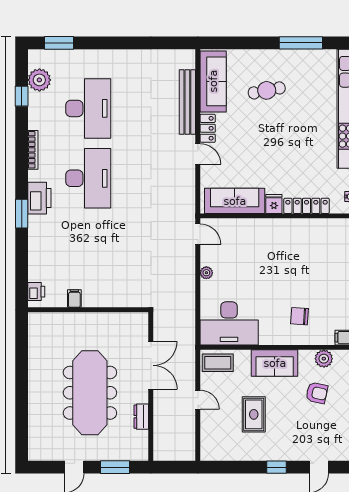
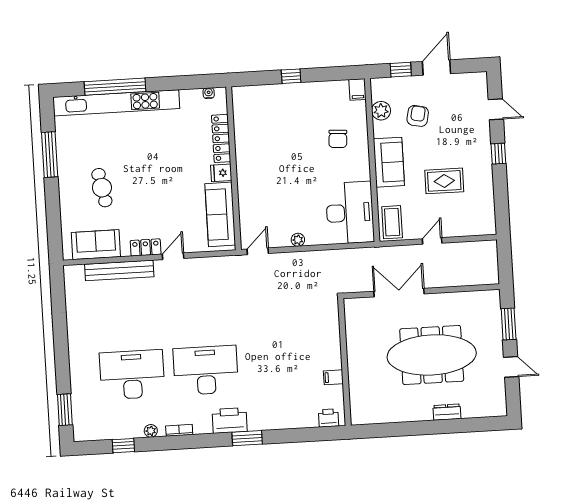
plant: (39, 80) -> (151, 431), moved, width x0.53, depth x0.53
sofa: (213, 81) -> (96, 245), width x0.73
bookcase: (33, 150) -> (179, 430), width x0.64
dresser: (141, 417) -> (447, 412), moved, turned 180

